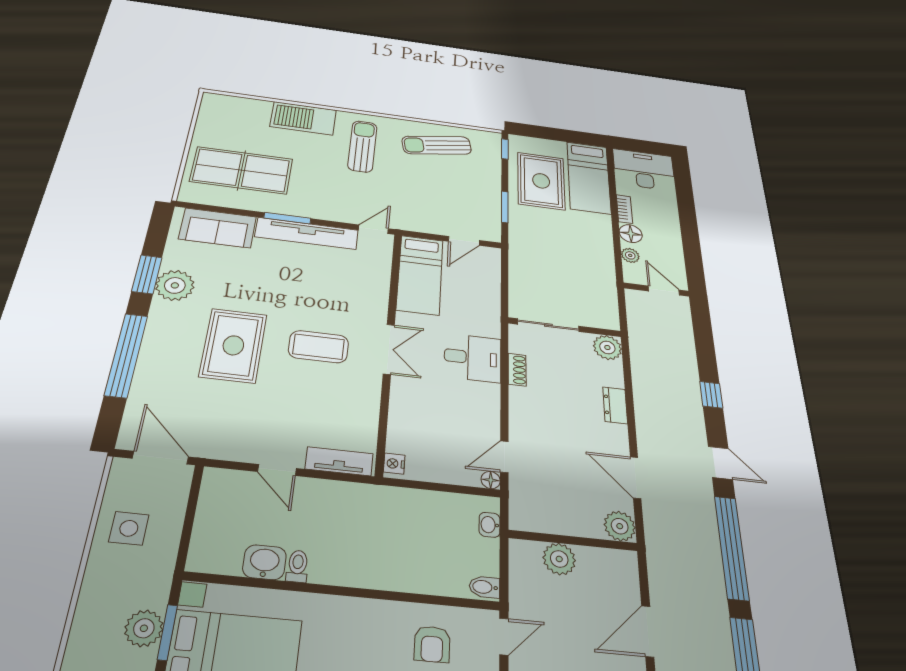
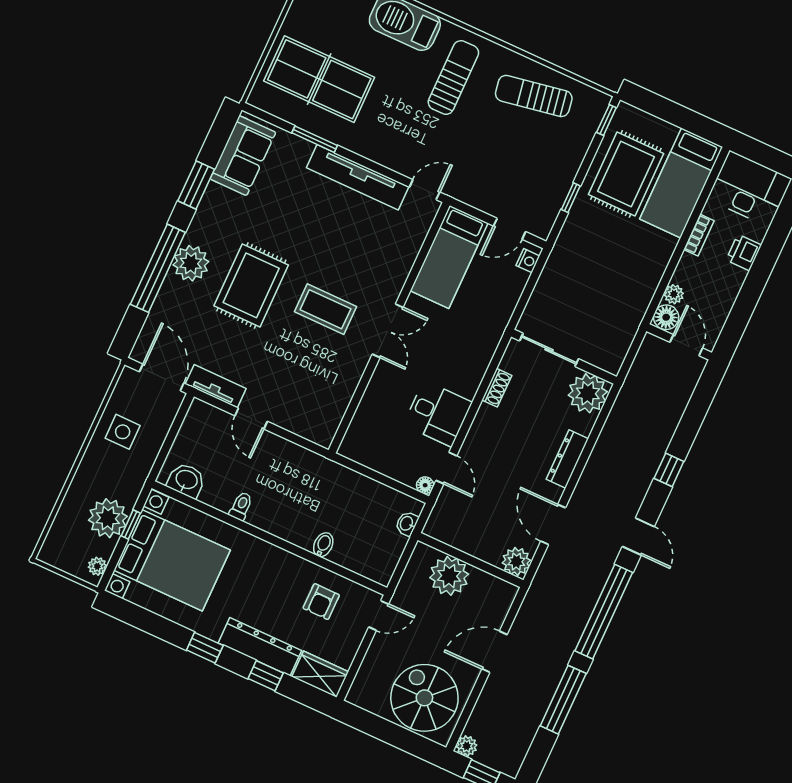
window: (505, 207) -> (571, 198), width x0.67
printer: (667, 213) -> (744, 253), added
window: (287, 218) -> (315, 139), moved
sofa: (218, 228) -> (243, 156), moved, turned -90
floor lamp: (631, 234) -> (666, 317), moved
plant: (175, 285) -> (191, 263), moved
plant: (607, 347) -> (588, 393), width x1.36, depth x1.36
desk: (473, 358) -> (438, 414), moved
dresser: (615, 405) -> (567, 459), width x1.44
door: (504, 457) -> (446, 468), swing flipped
tv unit: (339, 461) -> (216, 386), moved
nightstand: (394, 464) -> (528, 261), moved, turned 180
plant: (559, 559) -> (449, 576), width x1.36, depth x1.36
washbasin: (264, 562) -> (186, 480), moved
bidet: (484, 587) -> (323, 545), moved, turned 90
plant: (144, 628) -> (108, 518), width x1.36, depth x1.36
window: (167, 632) -> (131, 525), width x0.67

